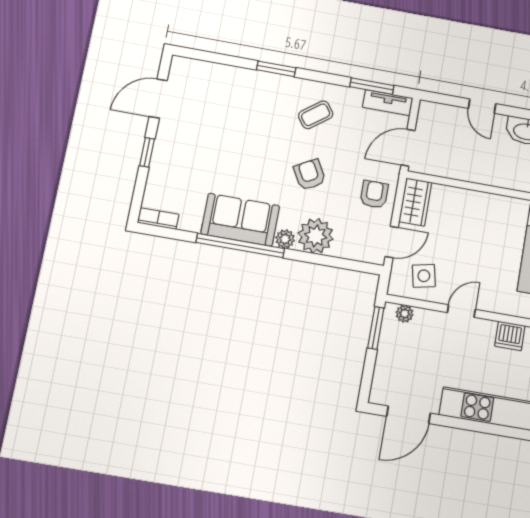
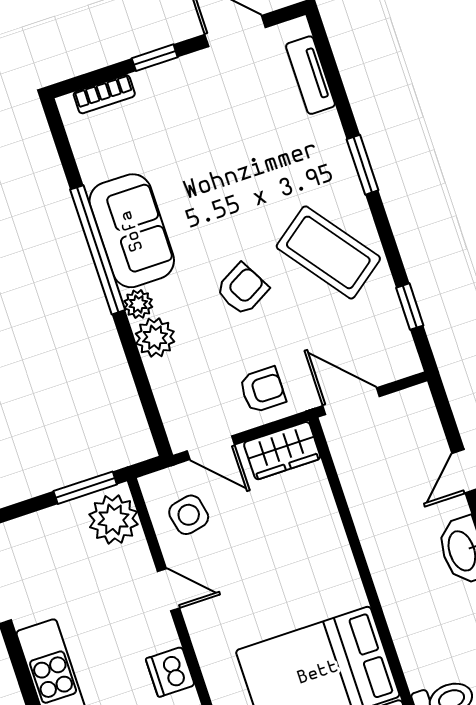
window: (372, 86) -> (410, 307), width x0.67
tv unit: (388, 103) -> (310, 75), moved
coffee table: (316, 115) -> (328, 252), width x1.86, depth x1.72
bookcase: (158, 219) -> (104, 94), moved, turned 90
plant: (316, 236) -> (155, 338), width x0.73, depth x0.73
plant: (405, 314) -> (114, 519), width x1.88, depth x1.88

